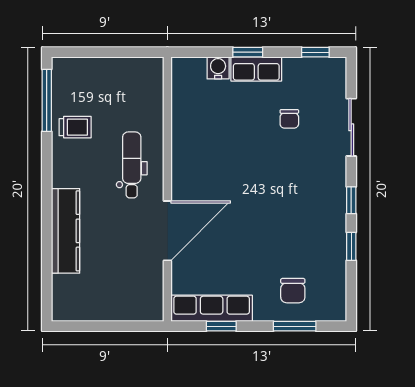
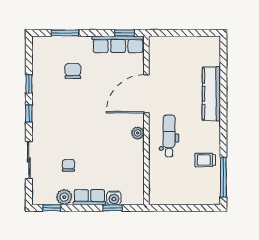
window: (248, 52) -> (113, 208), moved
plant: (296, 69) -> (64, 197), added
dental chair: (132, 165) -> (169, 136), turned 180
plant: (181, 169) -> (138, 133), added
chair: (293, 291) -> (73, 71), moved
window: (221, 326) -> (124, 33), moved

